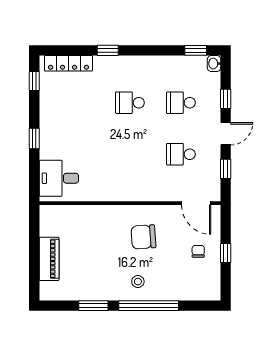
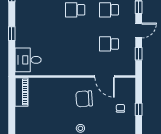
door: (196, 203) -> (105, 76), moved
piano: (49, 259) -> (22, 92), moved

